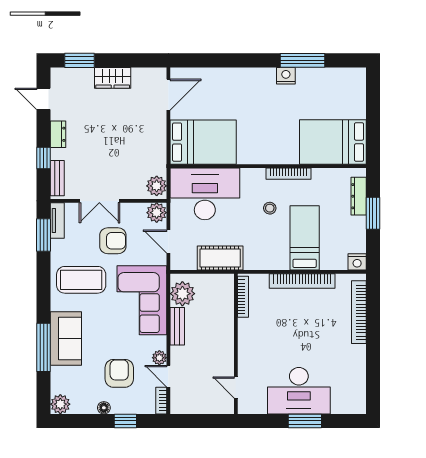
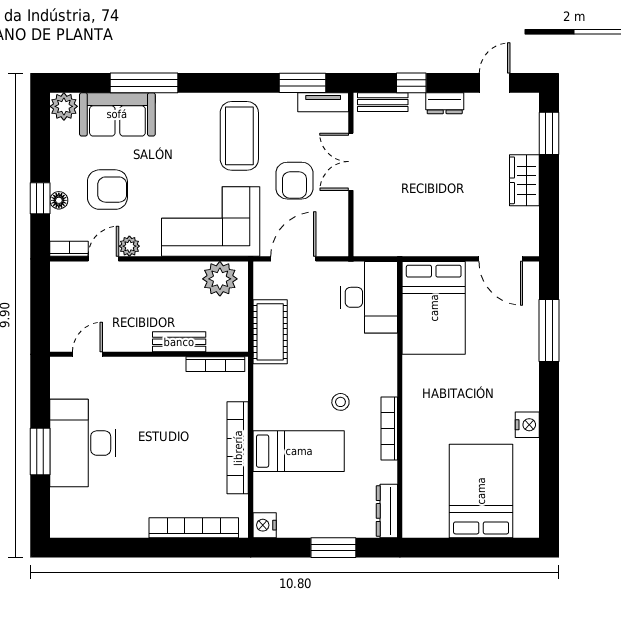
window: (302, 60) -> (549, 331), moved
bed: (333, 142) -> (481, 491), moved
plant: (157, 186) -> (372, 242), removed
desk: (205, 194) -> (369, 297), width x0.73, depth x0.77
dresser: (359, 196) -> (387, 511), moved, turned -90
plant: (157, 213) -> (334, 242), removed
door: (168, 242) -> (293, 259), width x1.38
bench: (177, 326) -> (179, 342), moved
sofa: (66, 338) -> (117, 114), moved
floor lamp: (104, 408) -> (59, 200), moved

